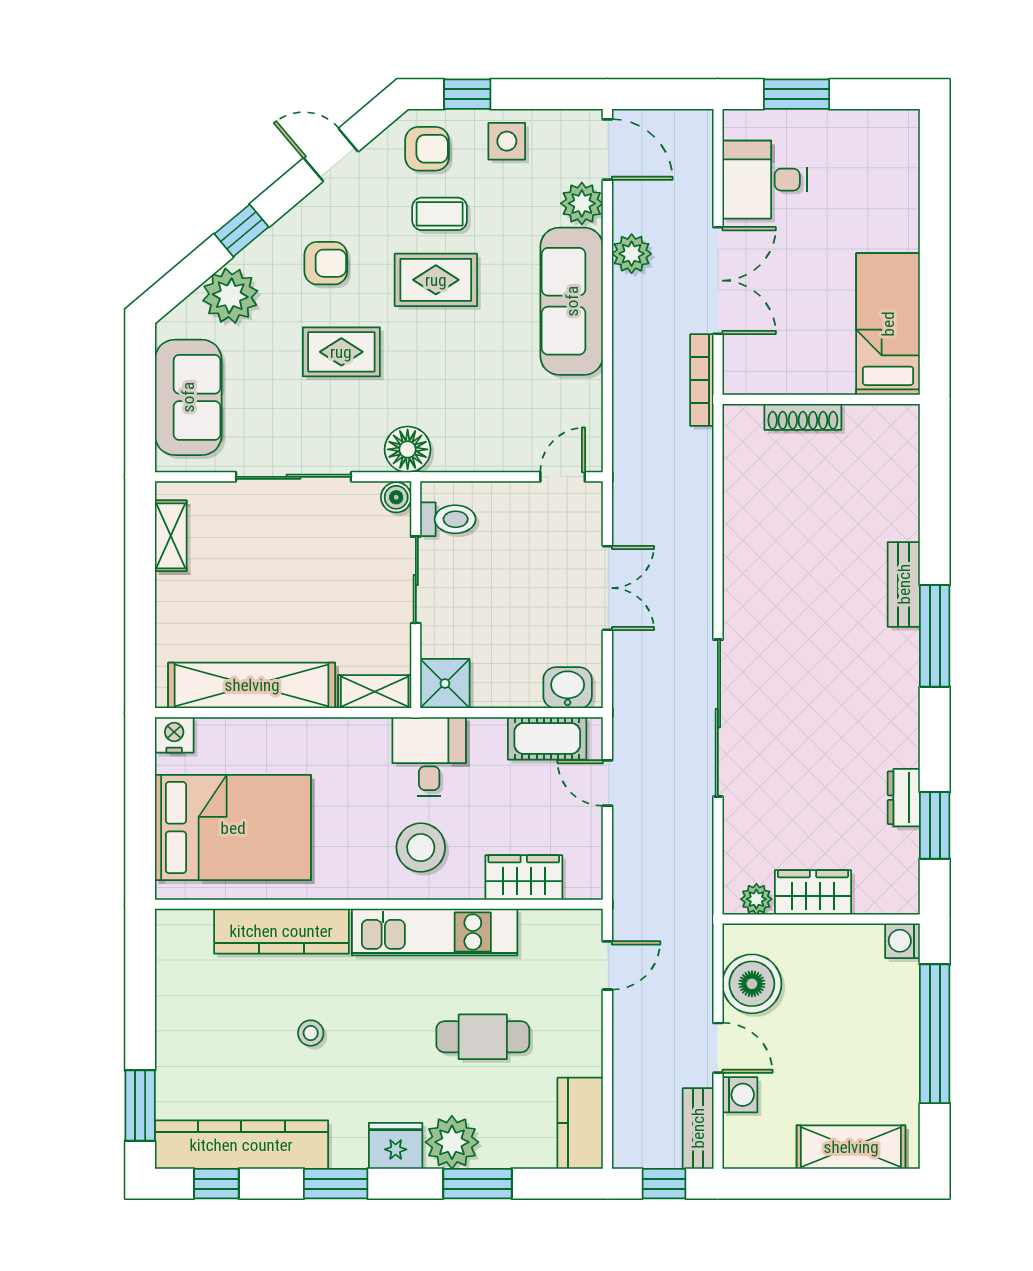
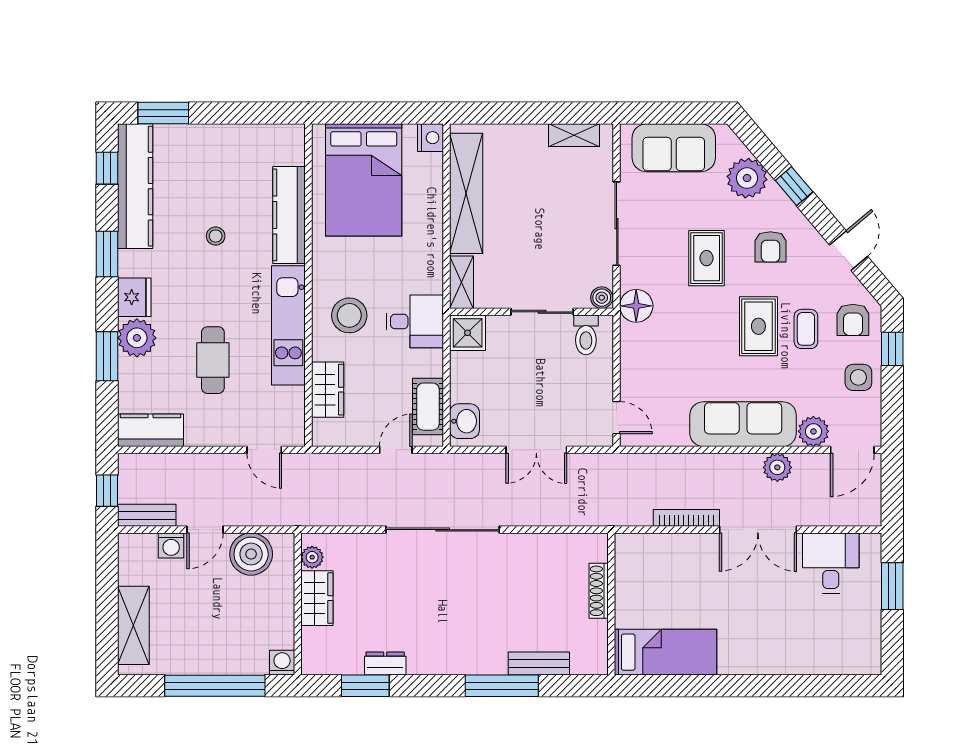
bed: (888, 324) -> (665, 652), moved
wall: (821, 399) -> (611, 604), moved
shoe rack: (803, 417) -> (599, 591), moved

